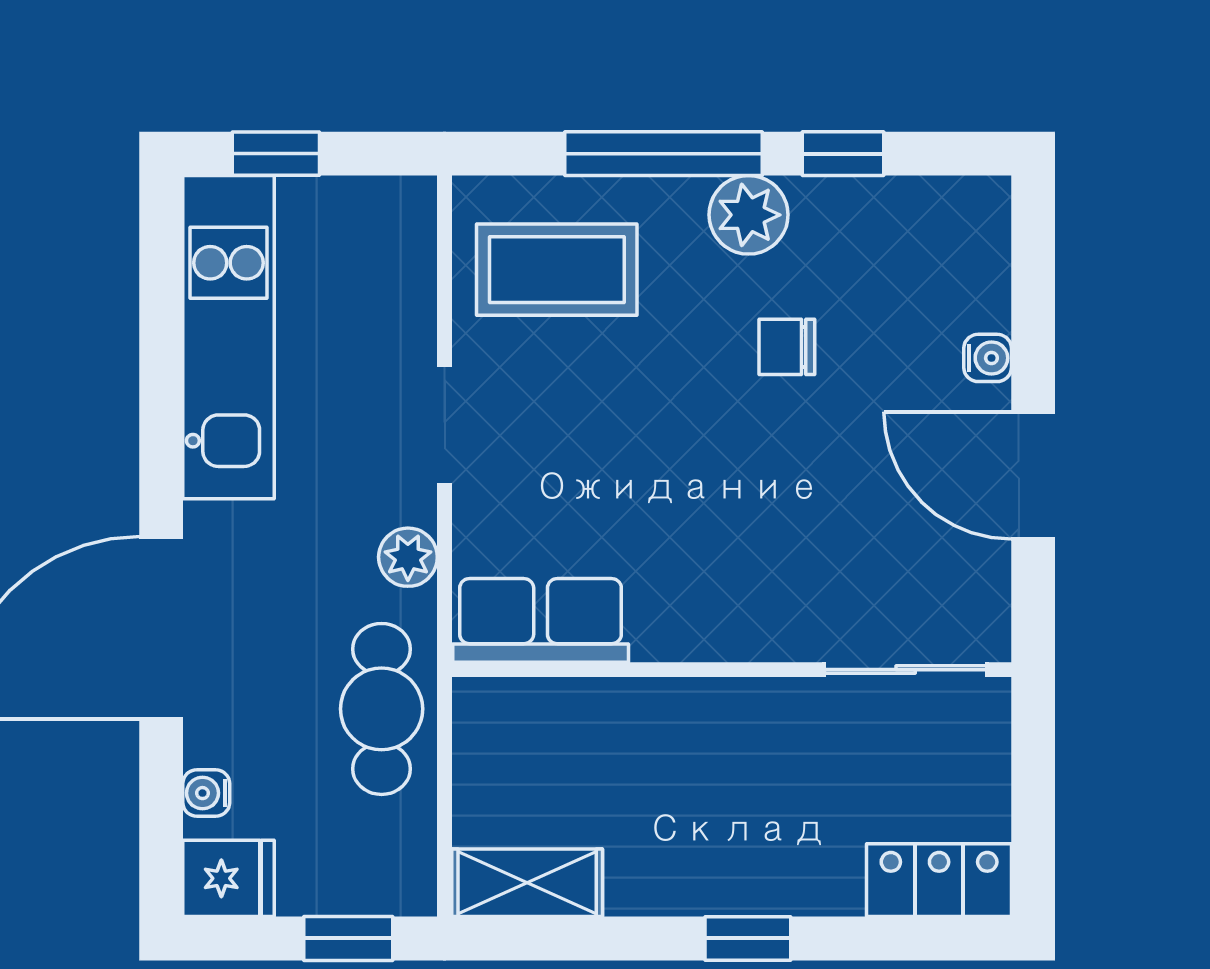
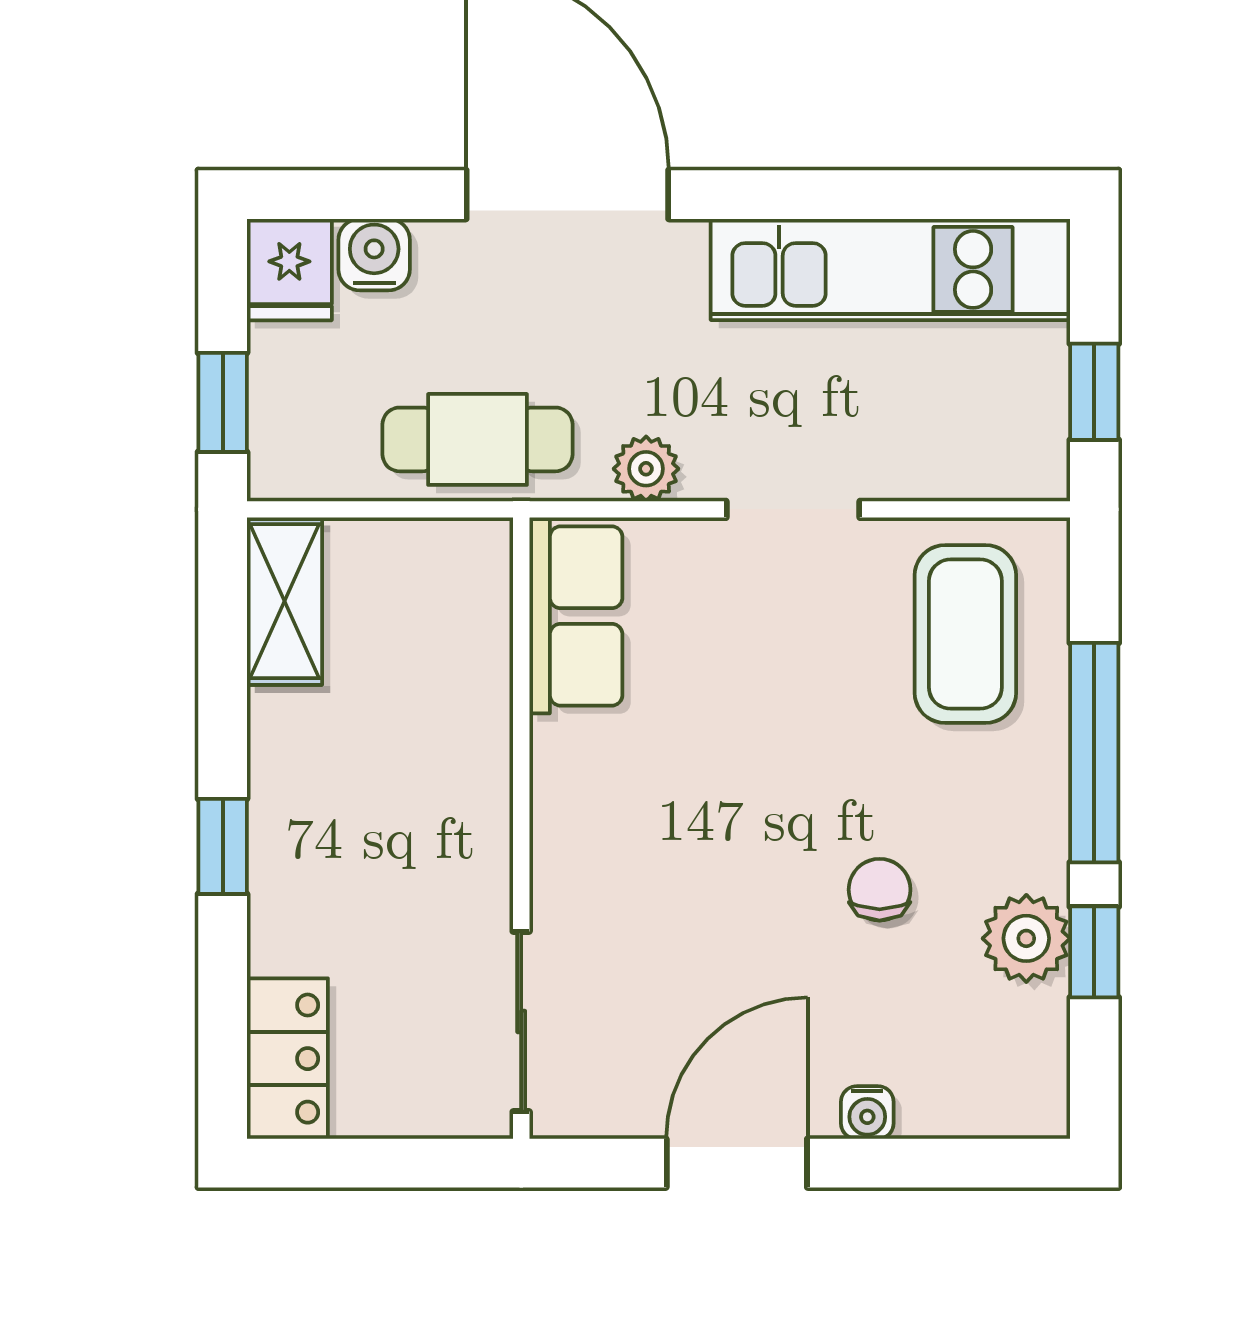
window: (276, 154) -> (1094, 392), moved
plant: (749, 215) -> (1026, 938), moved
water cooler: (206, 793) -> (374, 255), width x1.38, depth x1.38

